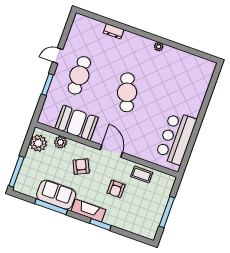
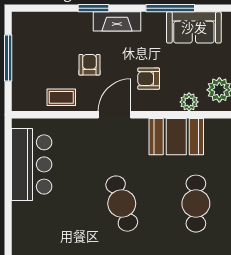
door: (111, 151) -> (114, 115), swing flipped
armchair: (81, 167) -> (149, 79), turned 115
sofa: (56, 195) -> (194, 27), moved

